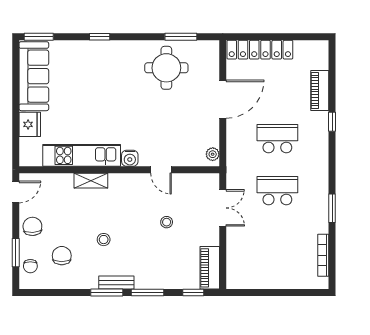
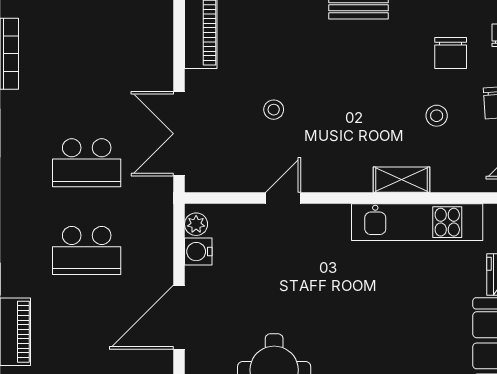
water cooler: (130, 158) -> (198, 252), moved, turned -90
door: (161, 170) -> (283, 198), hinge flipped
double door: (223, 208) -> (179, 134), width x1.37
stool: (104, 240) -> (437, 116), moved

